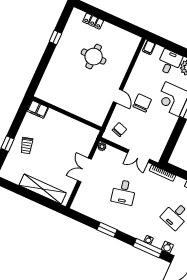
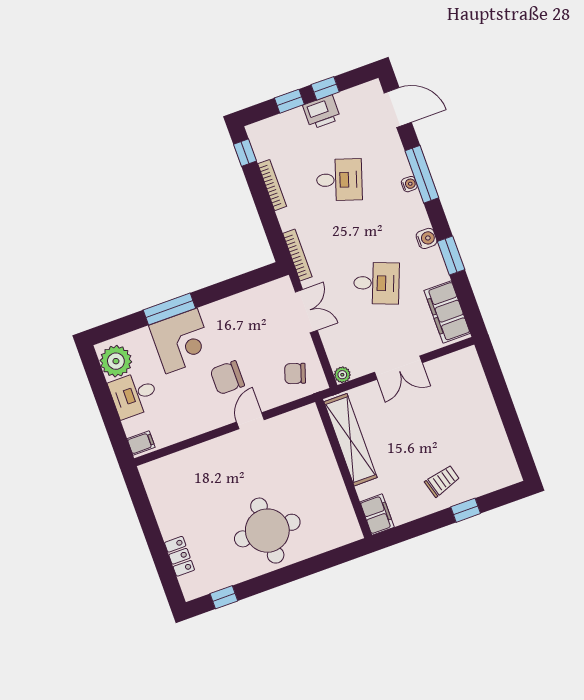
window: (55, 37) -> (224, 597), moved
round table: (94, 57) -> (267, 531), moved, width x1.36, depth x1.36
shelving: (43, 189) -> (350, 440), moved
desk: (124, 192) -> (377, 283), turned 33
filing cabinet: (88, 208) -> (447, 312), added
water cooler: (167, 247) -> (426, 238), moved

